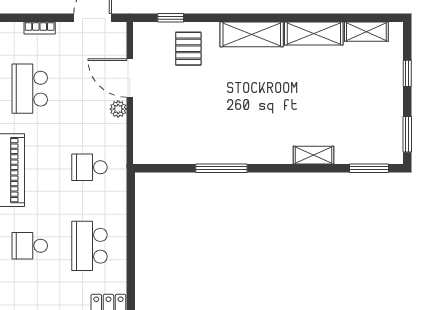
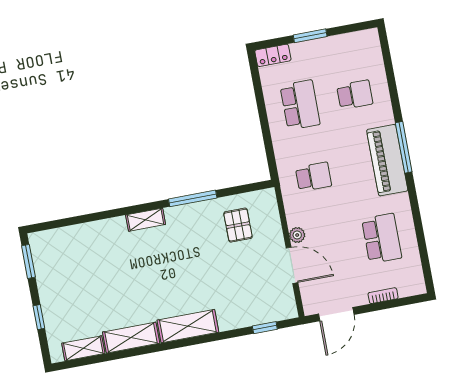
pallet: (188, 49) -> (238, 225), moved
shelving: (314, 155) -> (146, 220), moved
window: (369, 168) -> (58, 224), removed

